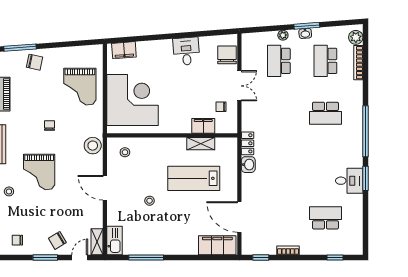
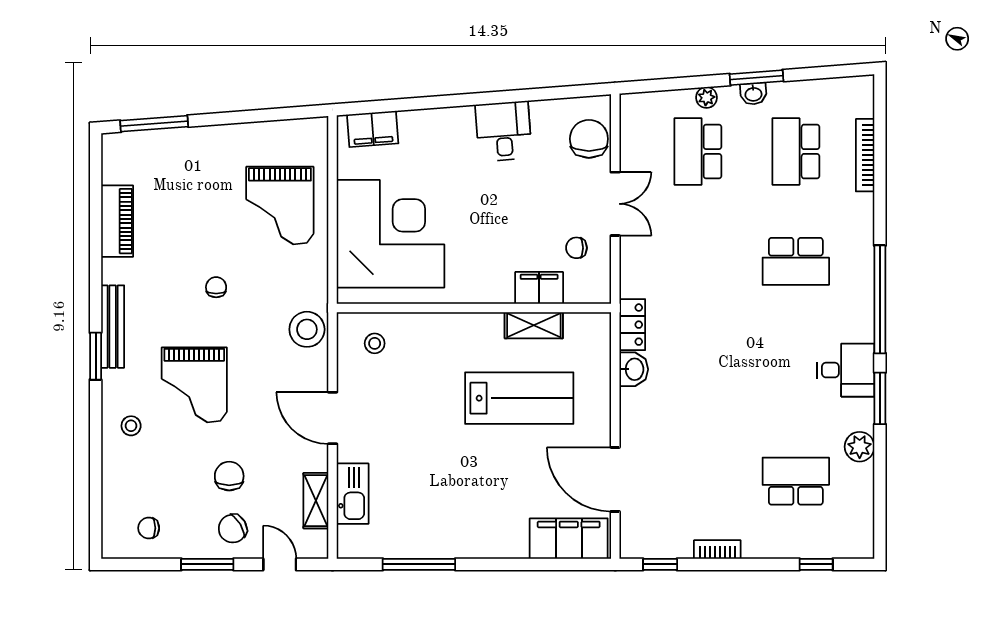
plant: (356, 37) -> (860, 447), moved
chair: (34, 62) -> (229, 476), moved, turned -102
lab bench: (194, 178) -> (519, 398), turned 180
desk: (349, 181) -> (846, 370), moved
stool: (150, 201) -> (426, 445), removed
kitchen sink: (114, 240) -> (353, 494), moved
shelving: (97, 242) -> (316, 501), moved
door: (80, 257) -> (280, 564), hinge flipped

